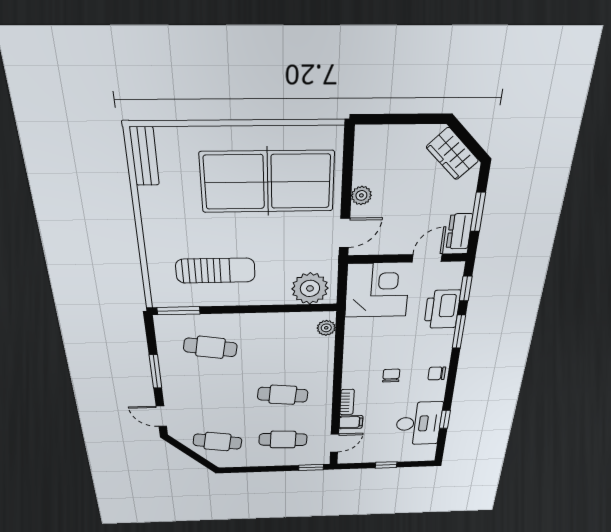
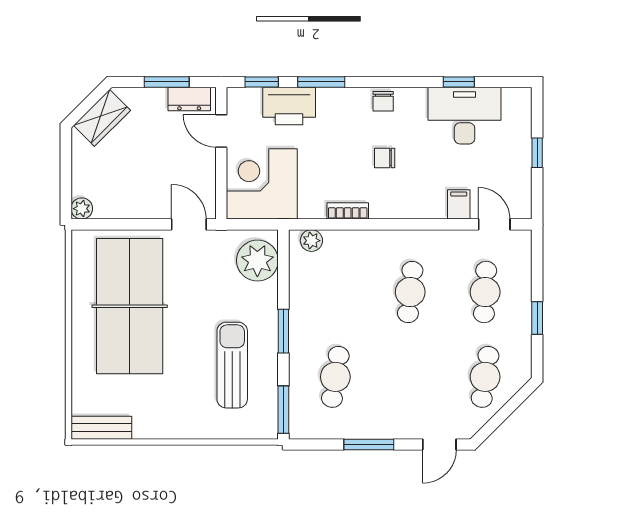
plant: (361, 195) -> (82, 209), moved
window: (248, 309) -> (283, 331), added
bookcase: (347, 402) -> (348, 211), moved
window: (311, 467) -> (537, 318), moved

